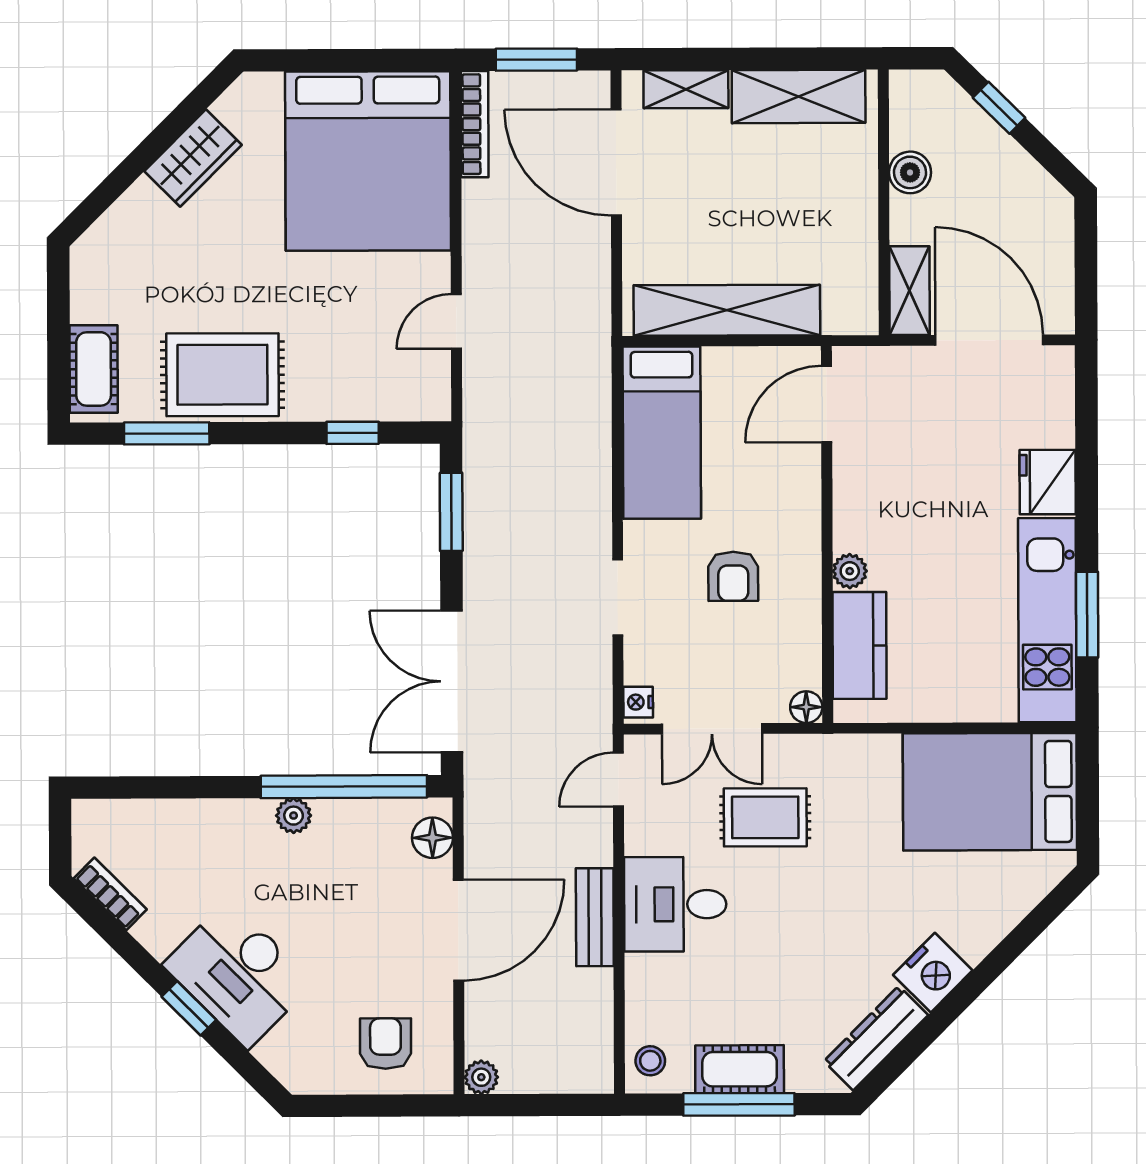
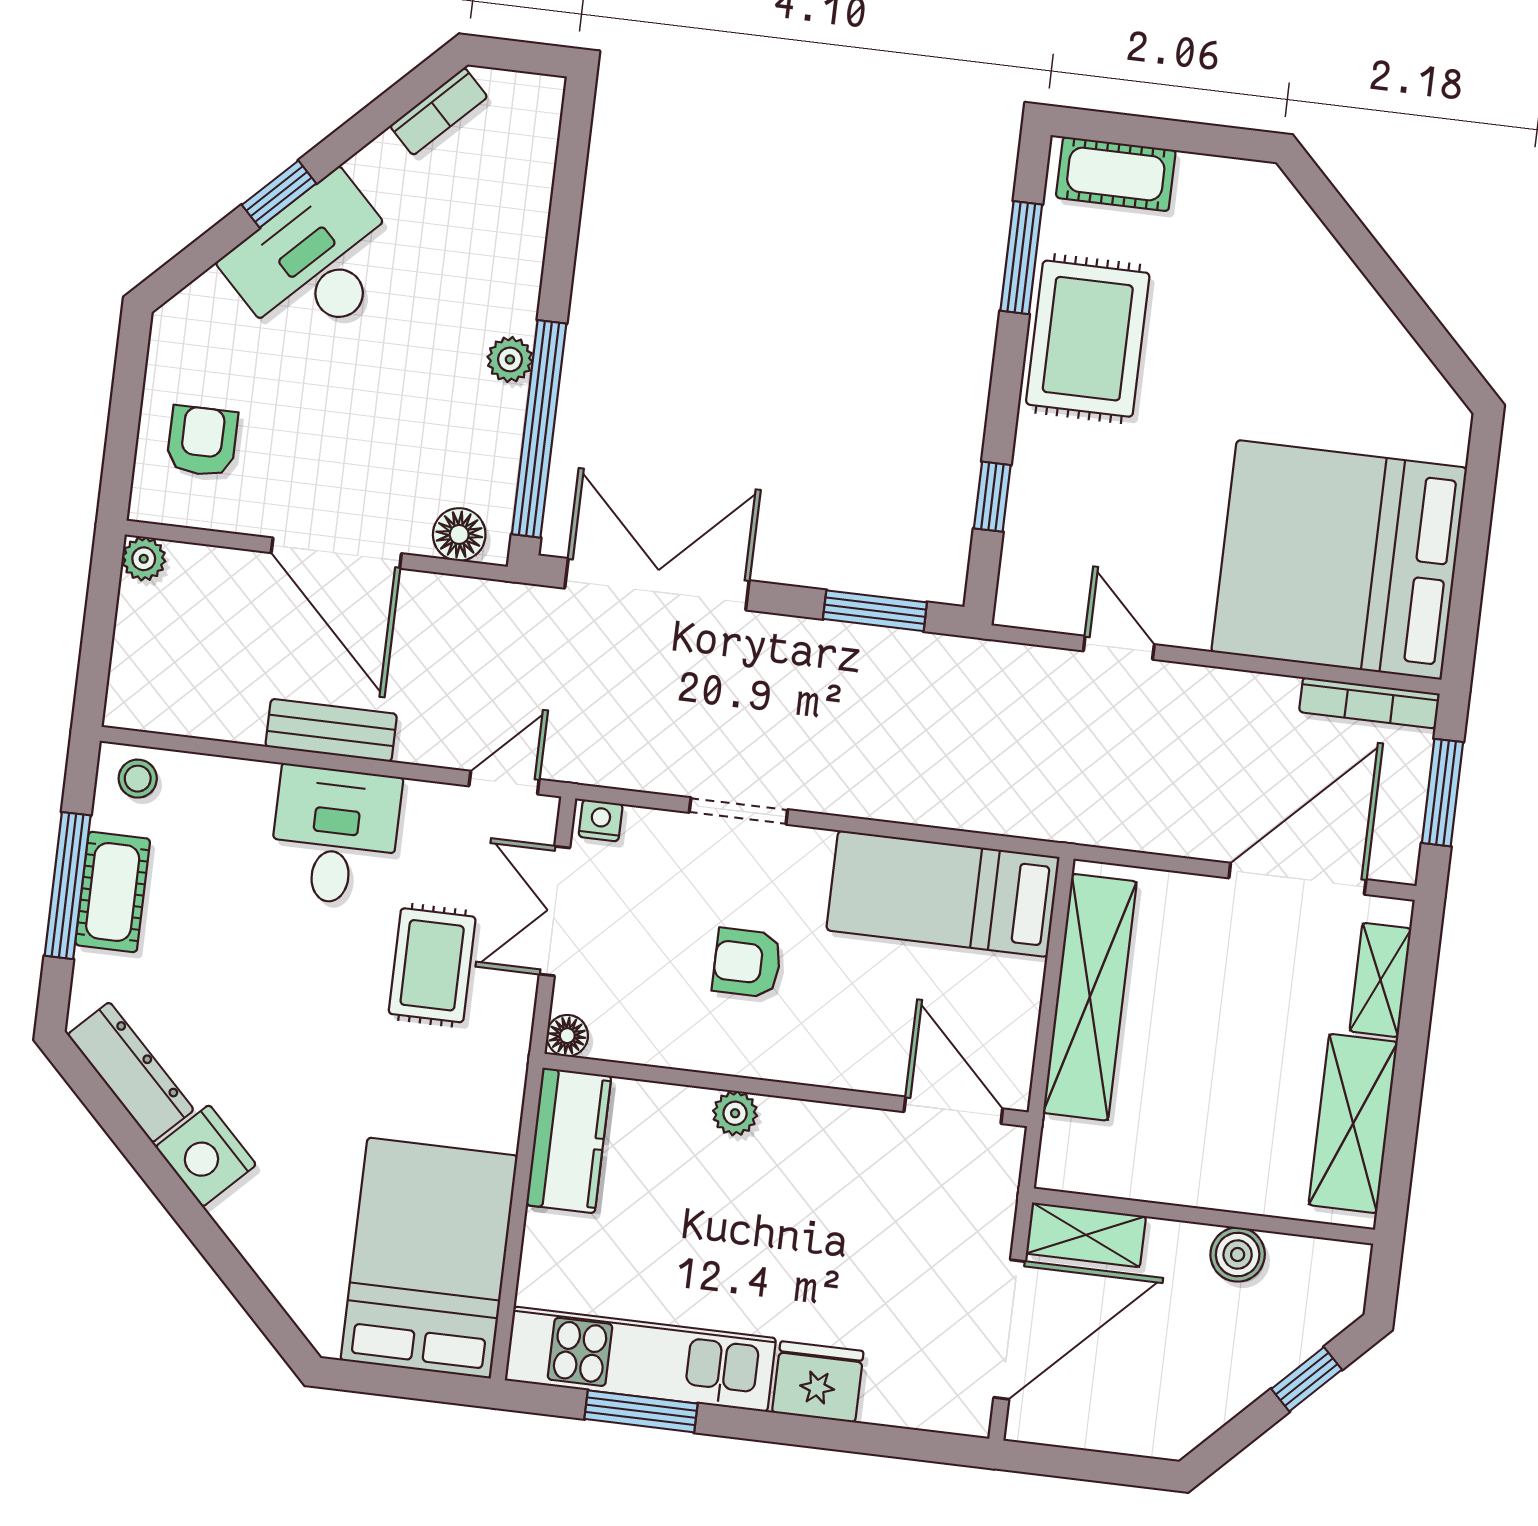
wardrobe: (193, 158) -> (1371, 335), removed
kitchen counter: (860, 645) -> (569, 1140), moved, turned -90
door: (618, 780) -> (504, 783), hinge flipped
armchair: (386, 1044) -> (202, 441), turned -90

